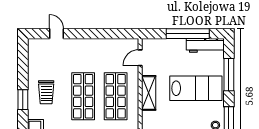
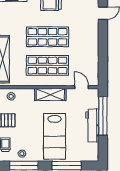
window: (188, 34) -> (103, 116), moved
workbench: (205, 45) -> (92, 125), moved

